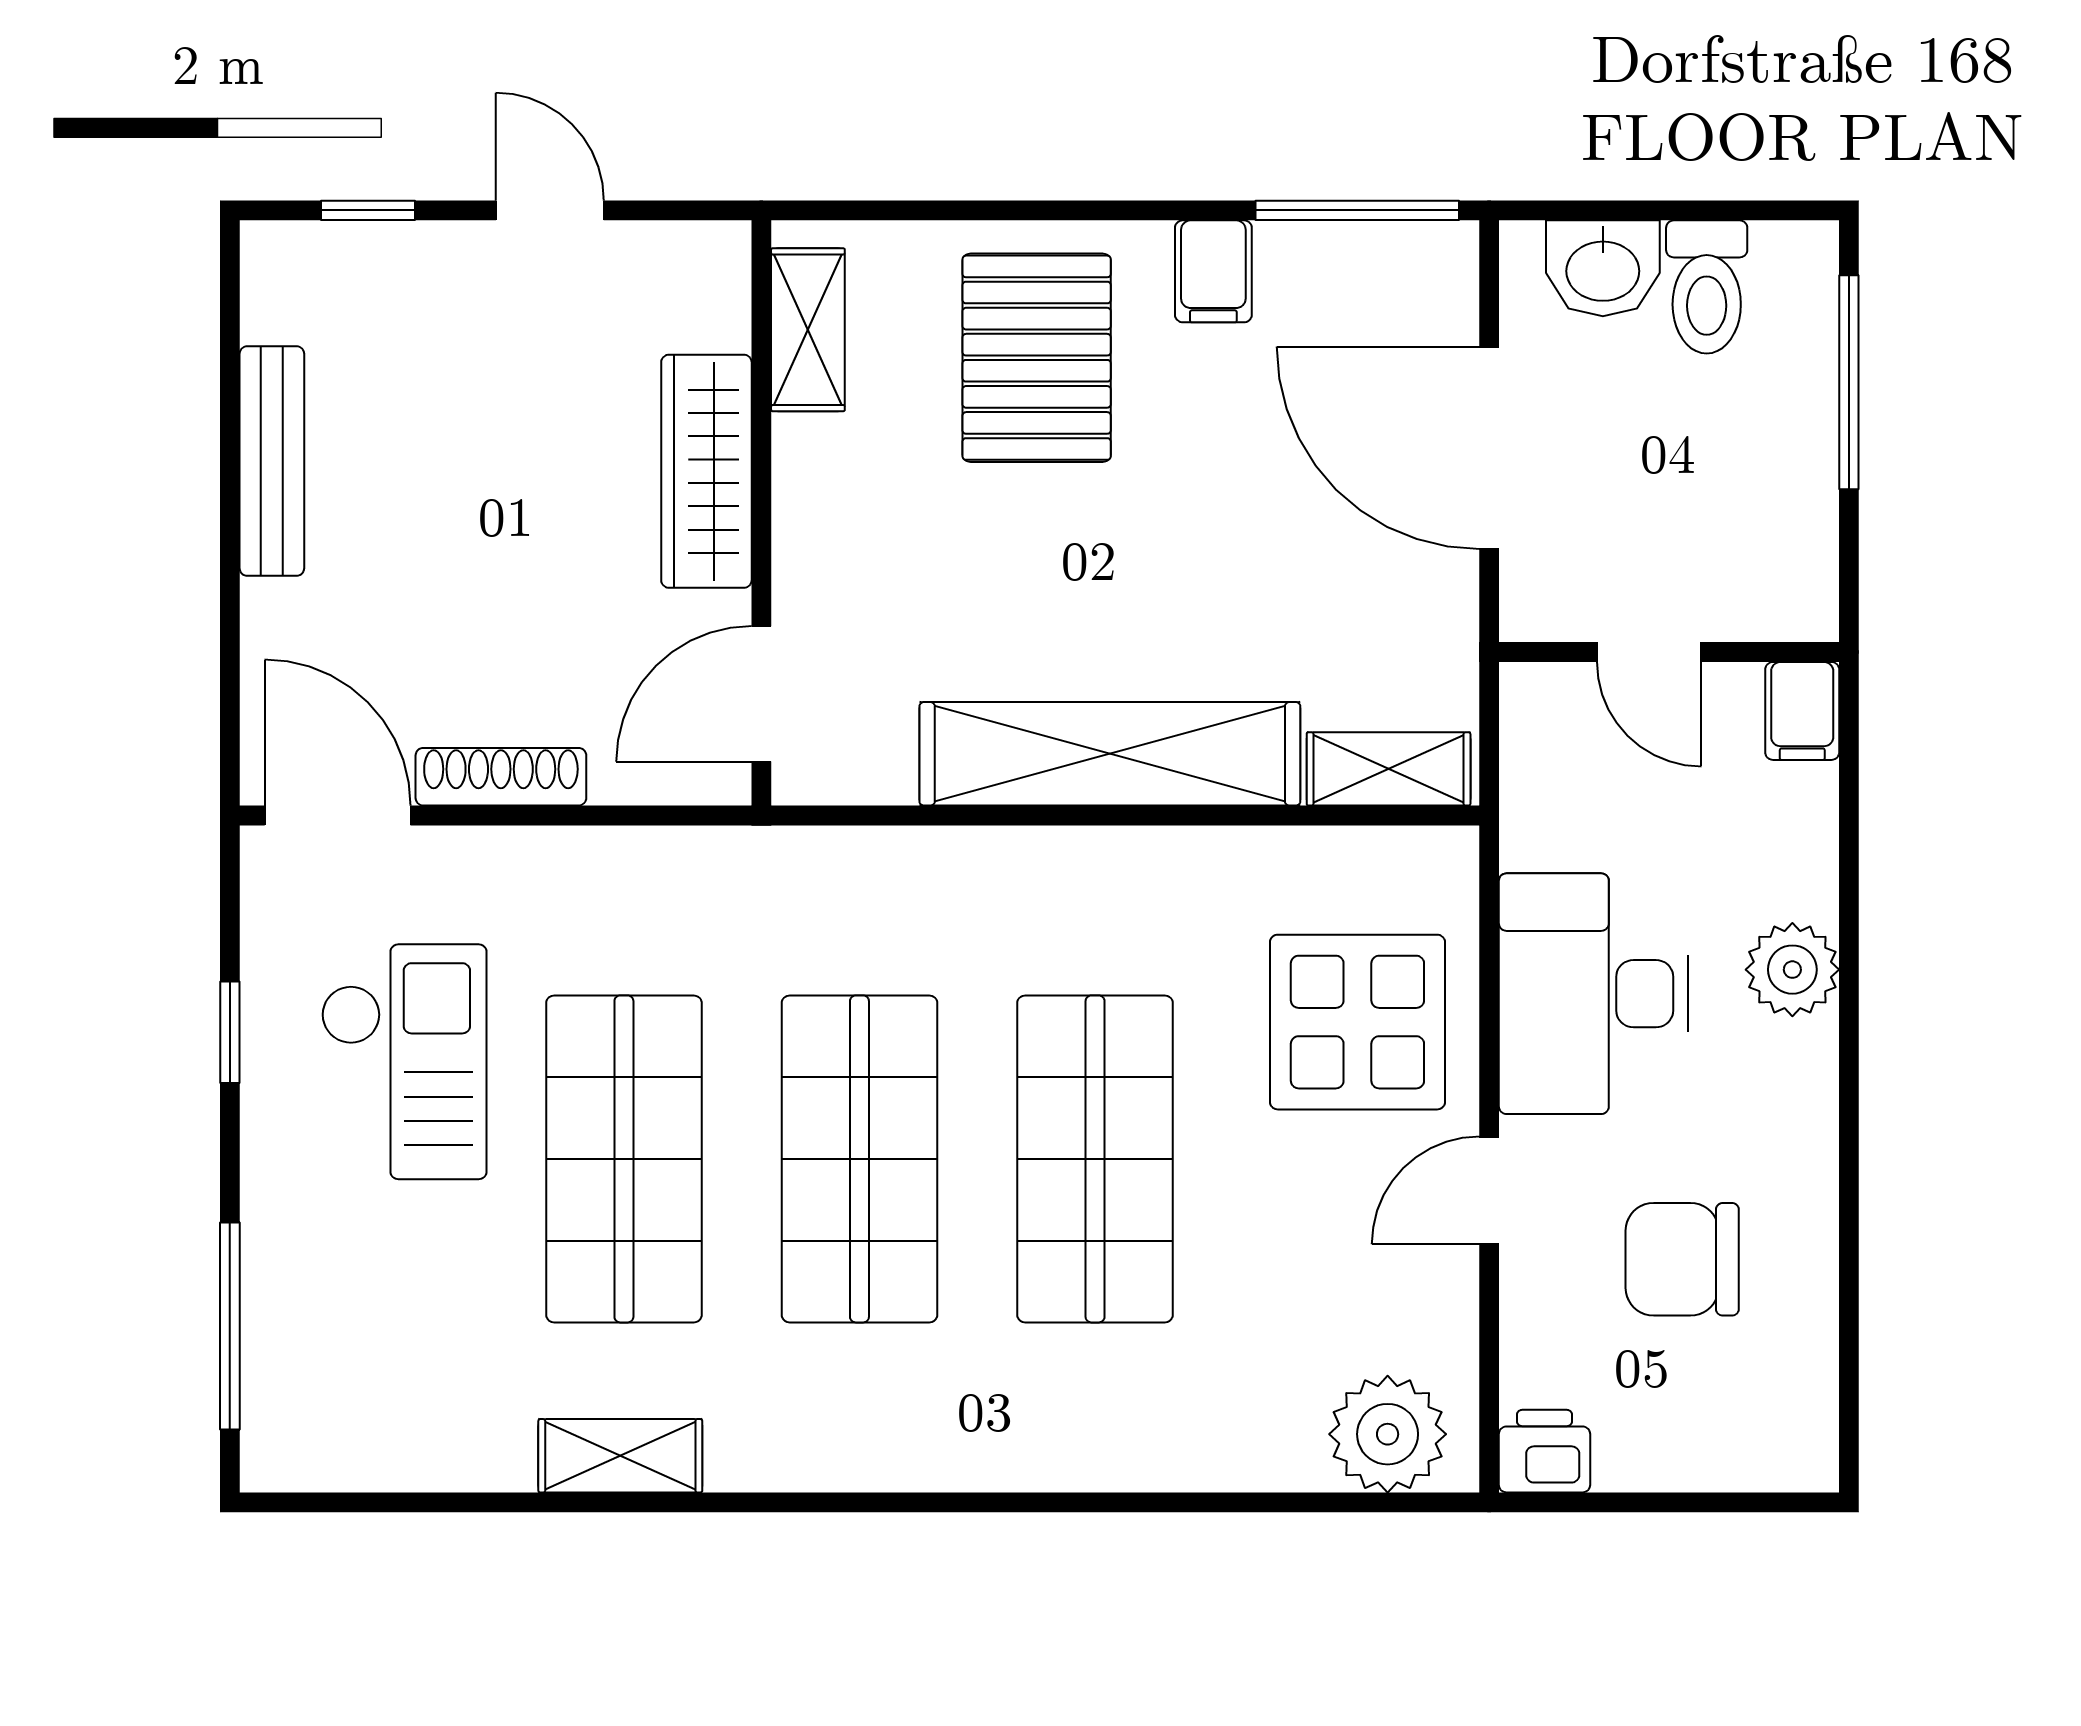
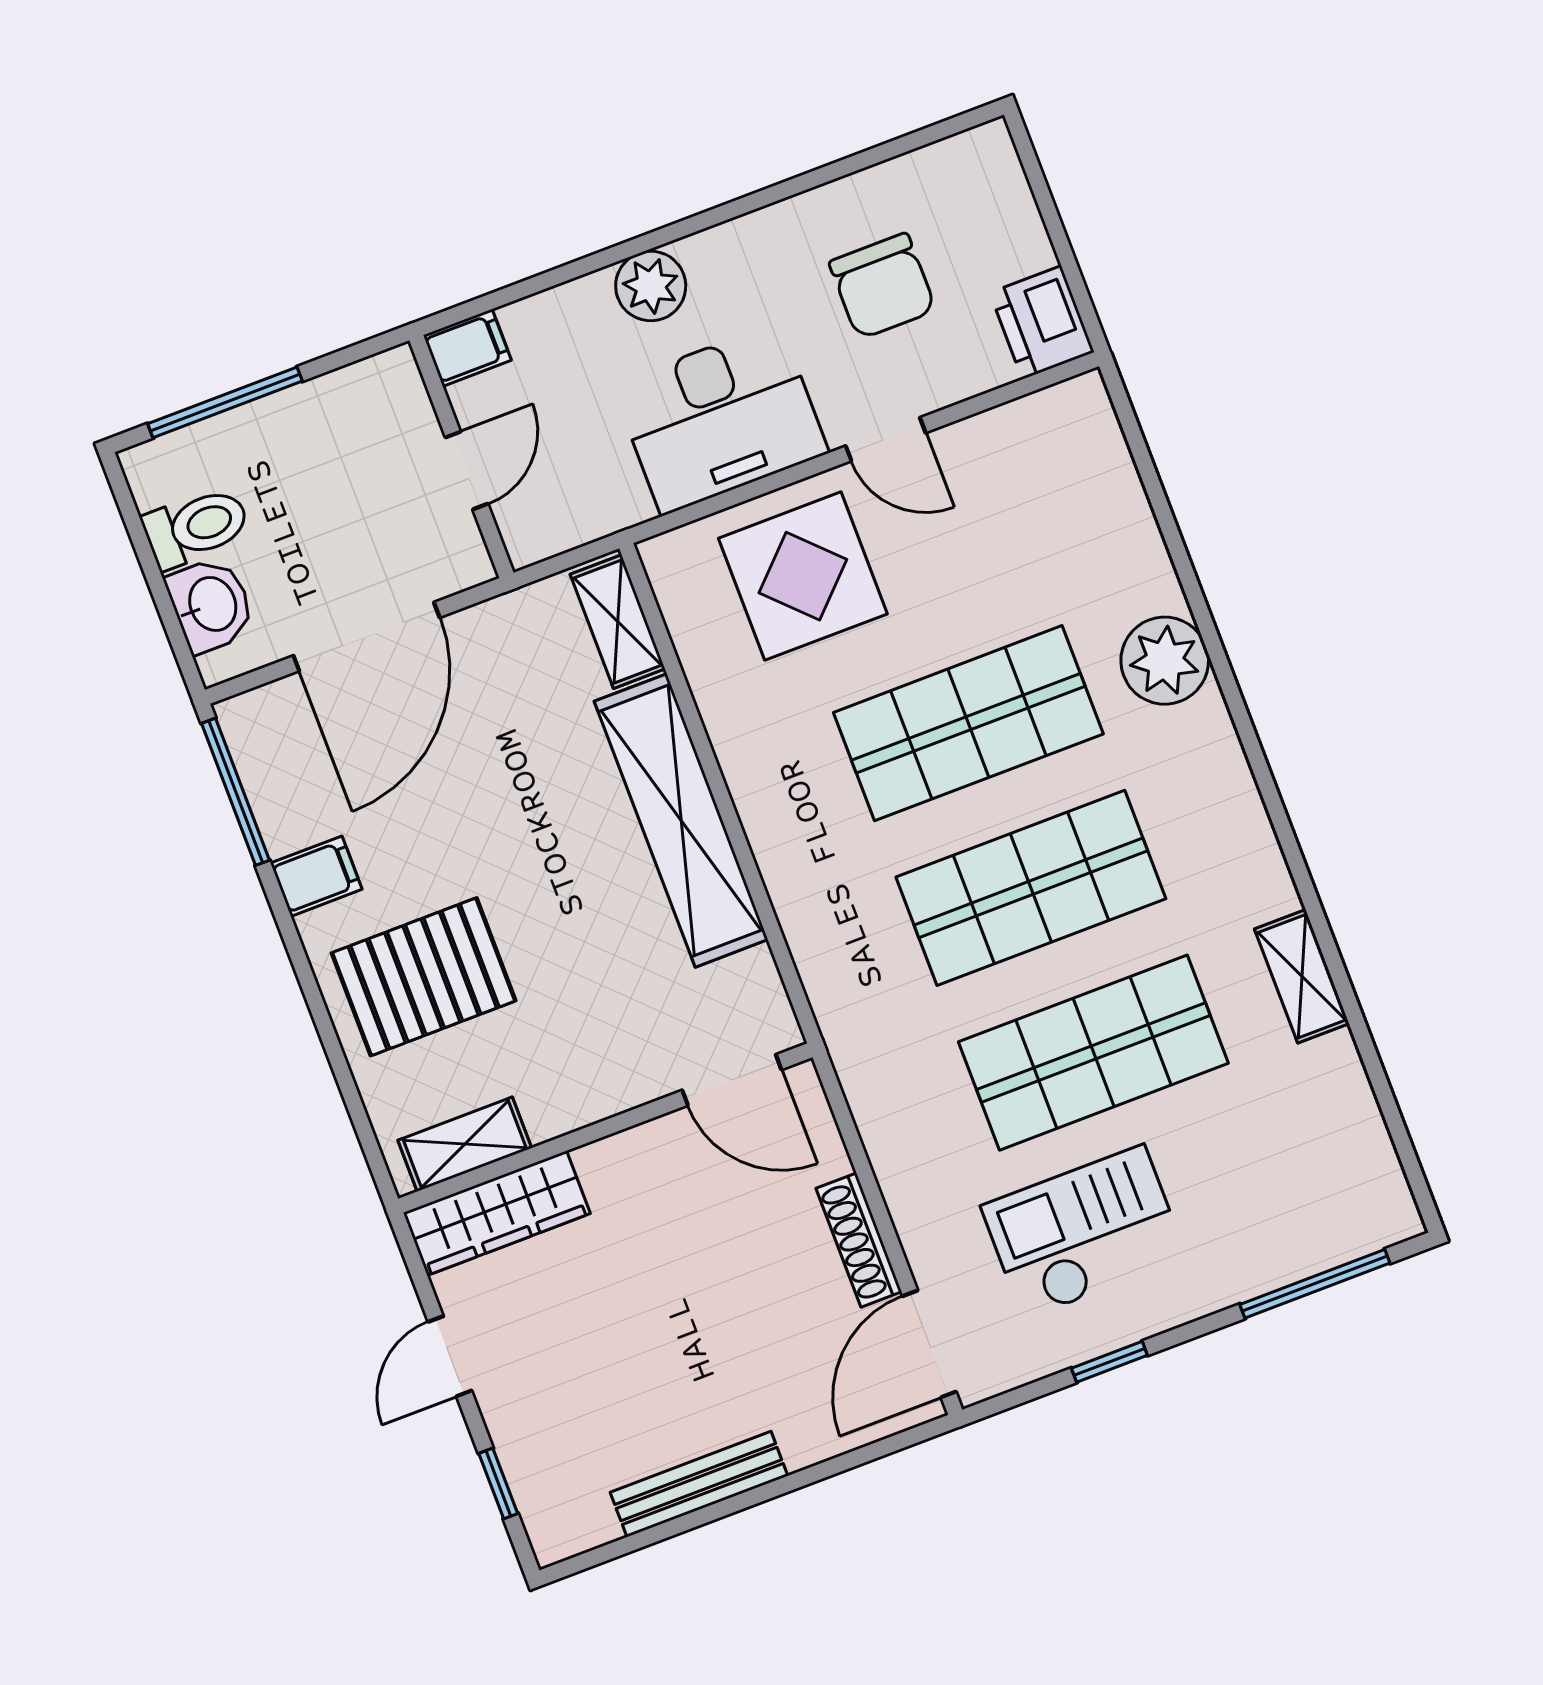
wardrobe: (706, 471) -> (497, 1213), moved
plant: (1388, 1434) -> (1165, 661), moved
printer: (1545, 1451) -> (1042, 322), width x1.36, depth x1.24

